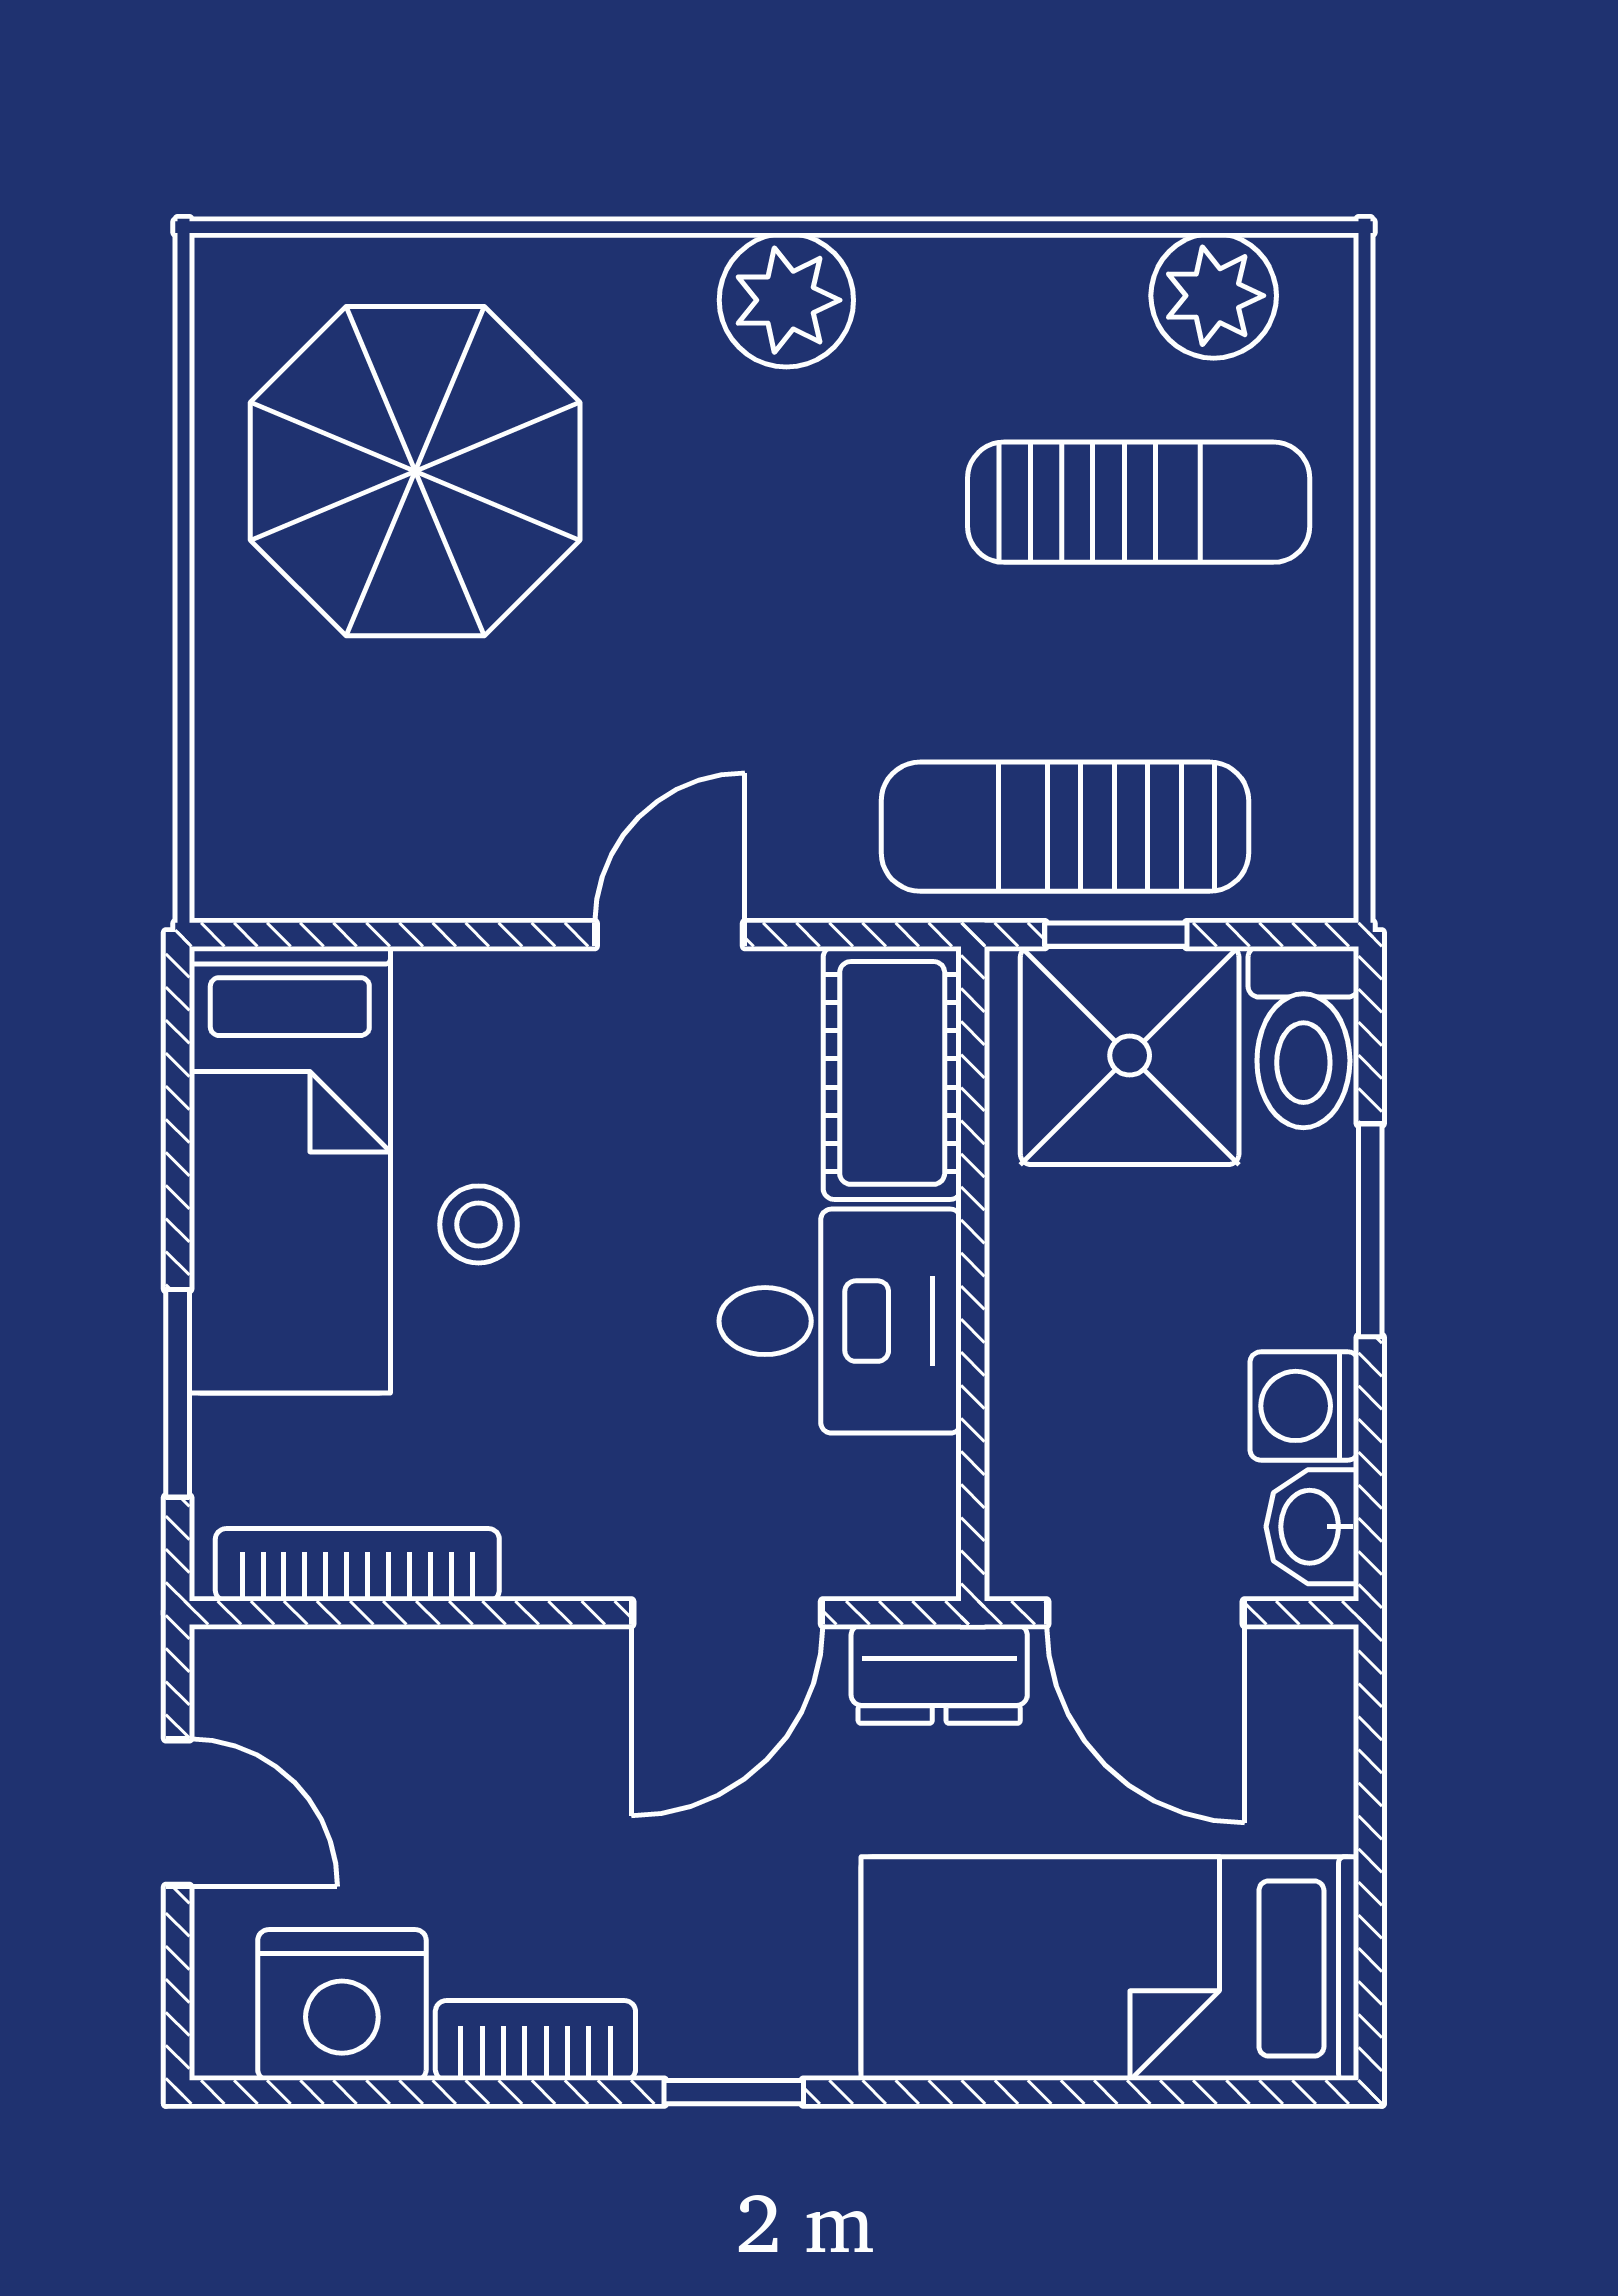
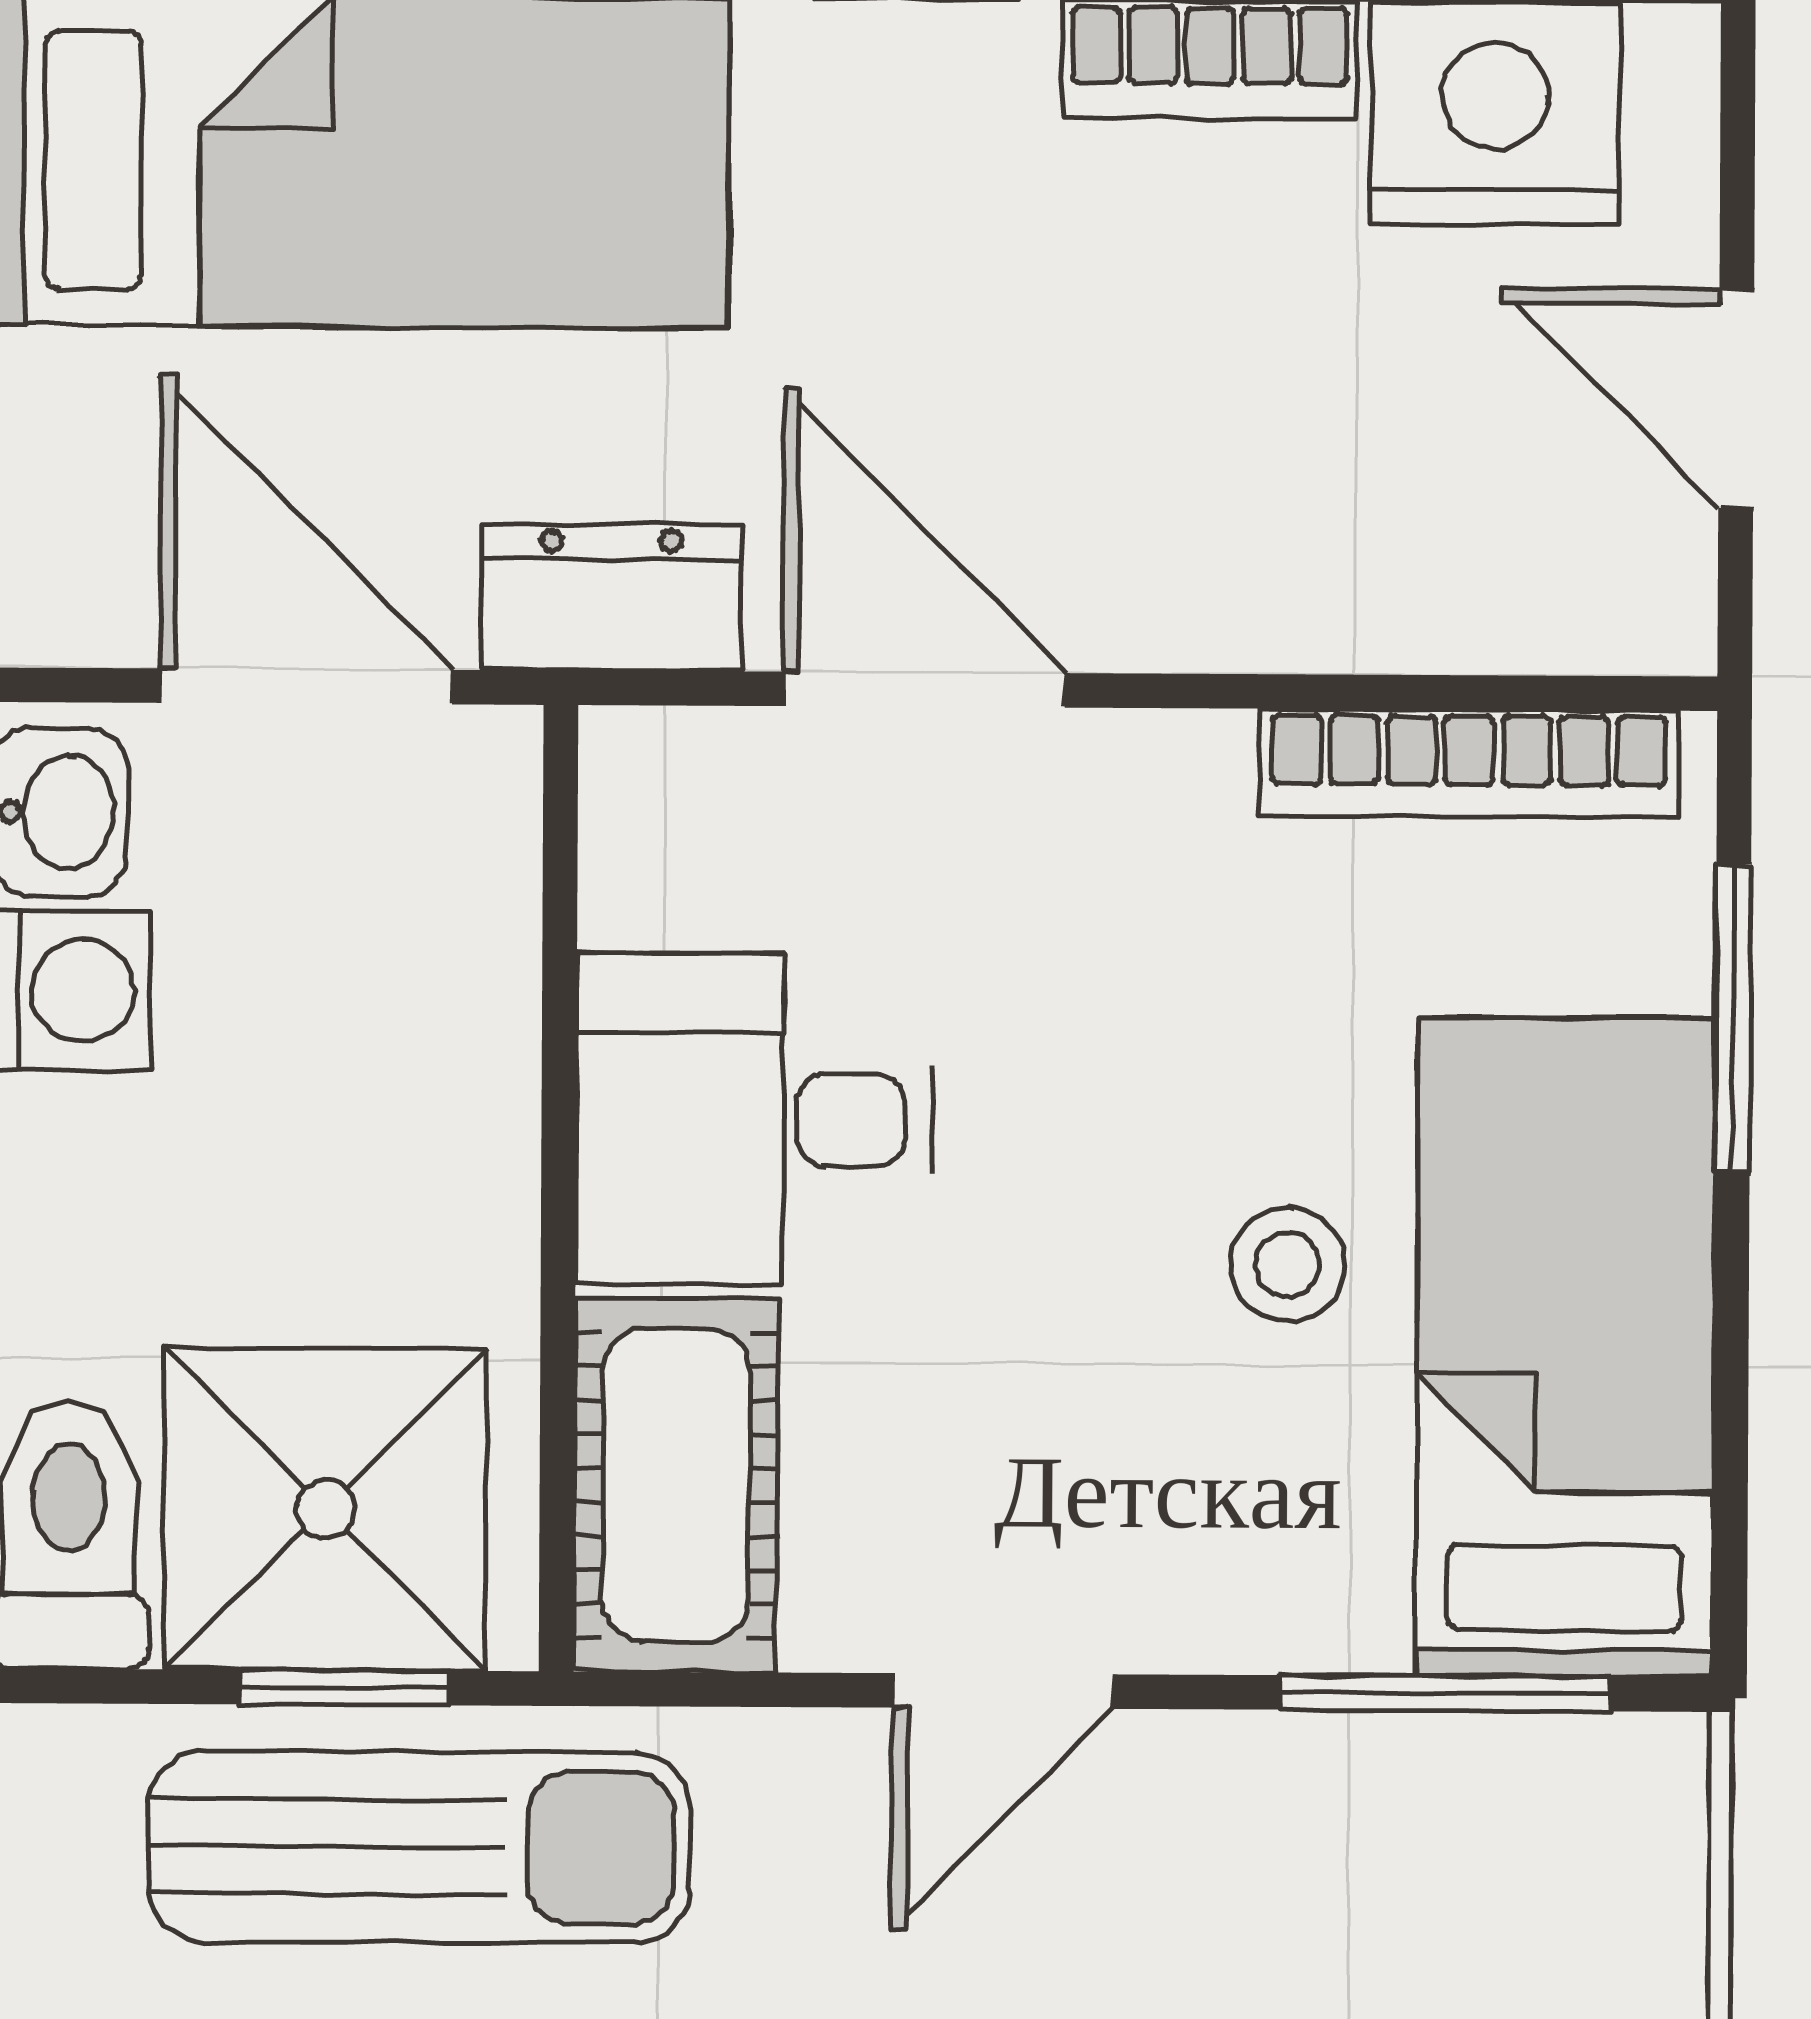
window: (371, 935) -> (1445, 1693), added
door: (727, 1613) -> (924, 690), hinge flipped

